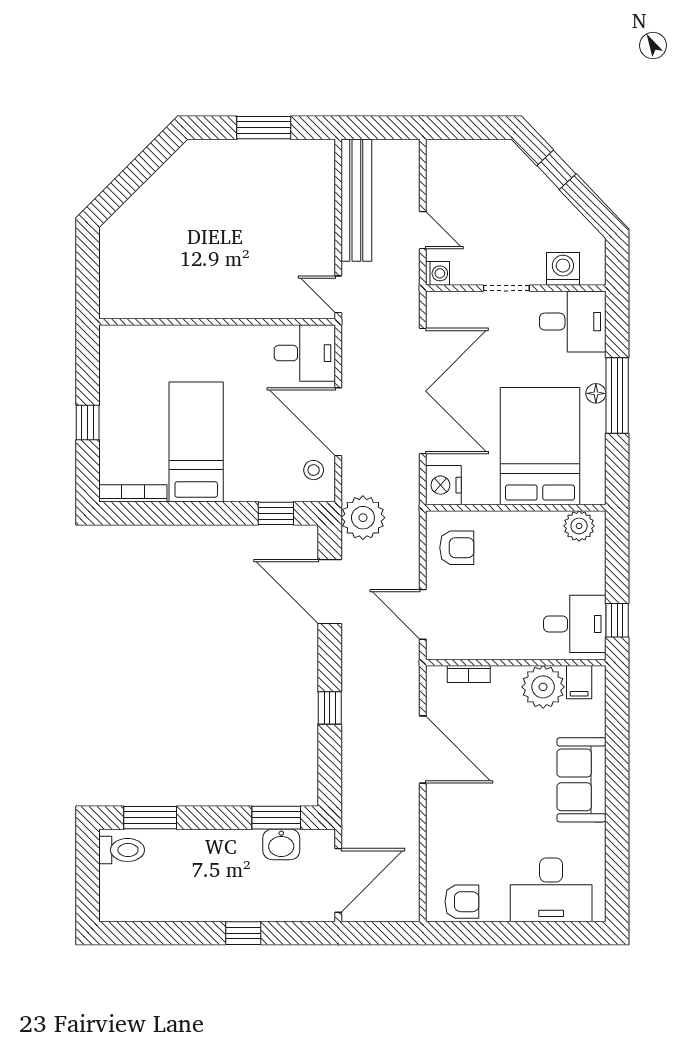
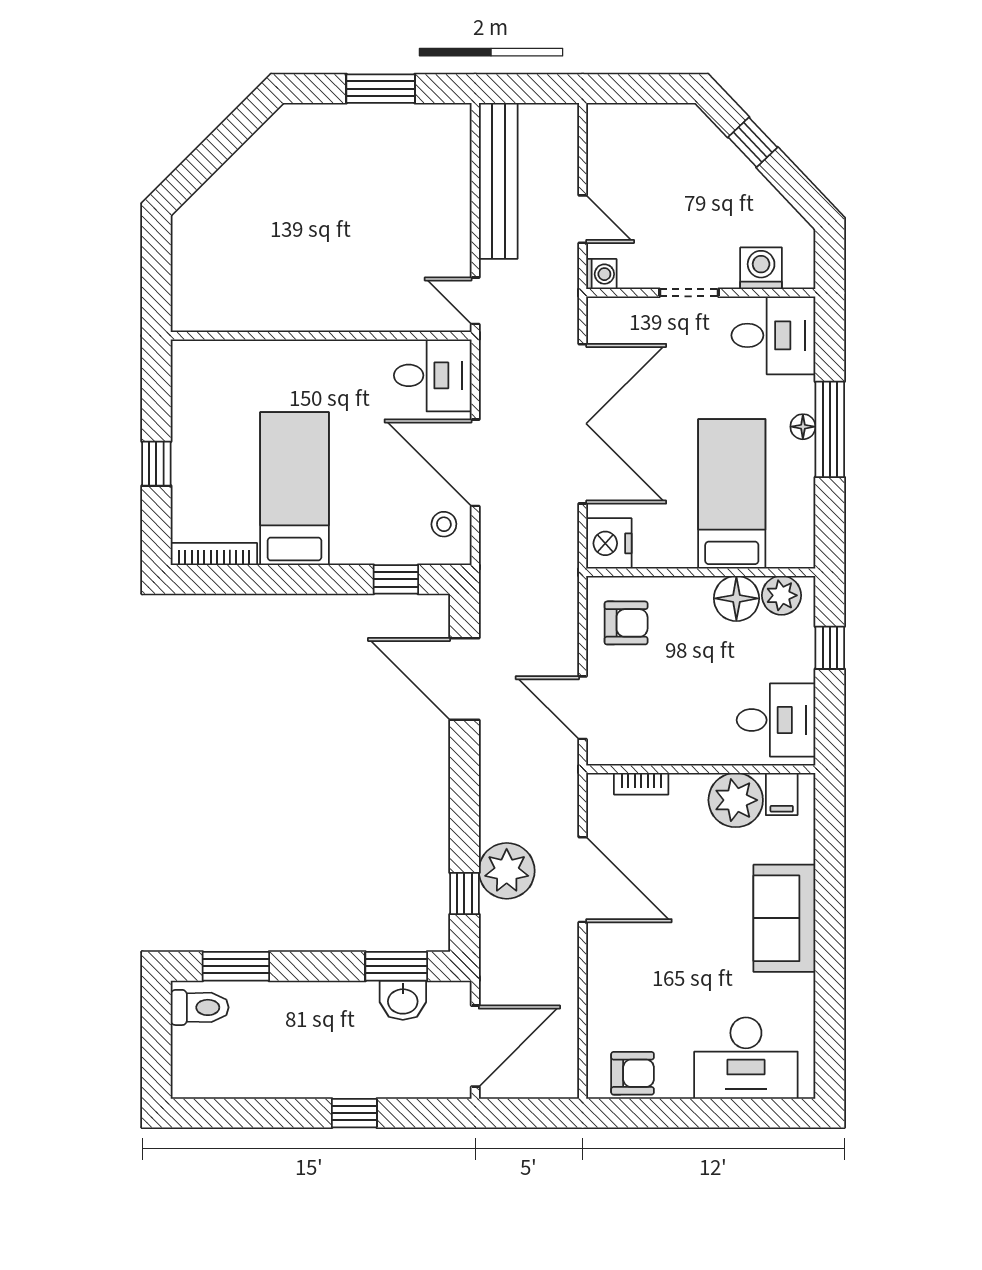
bed: (540, 446) -> (732, 494), width x0.67
plant: (363, 518) -> (507, 871), moved
floor lamp: (544, 528) -> (736, 598), added
window: (617, 620) -> (830, 648), moved
window: (330, 708) -> (464, 893), moved

